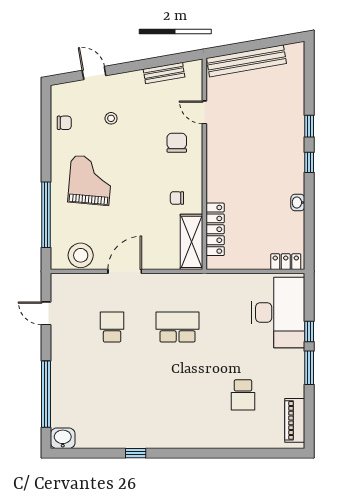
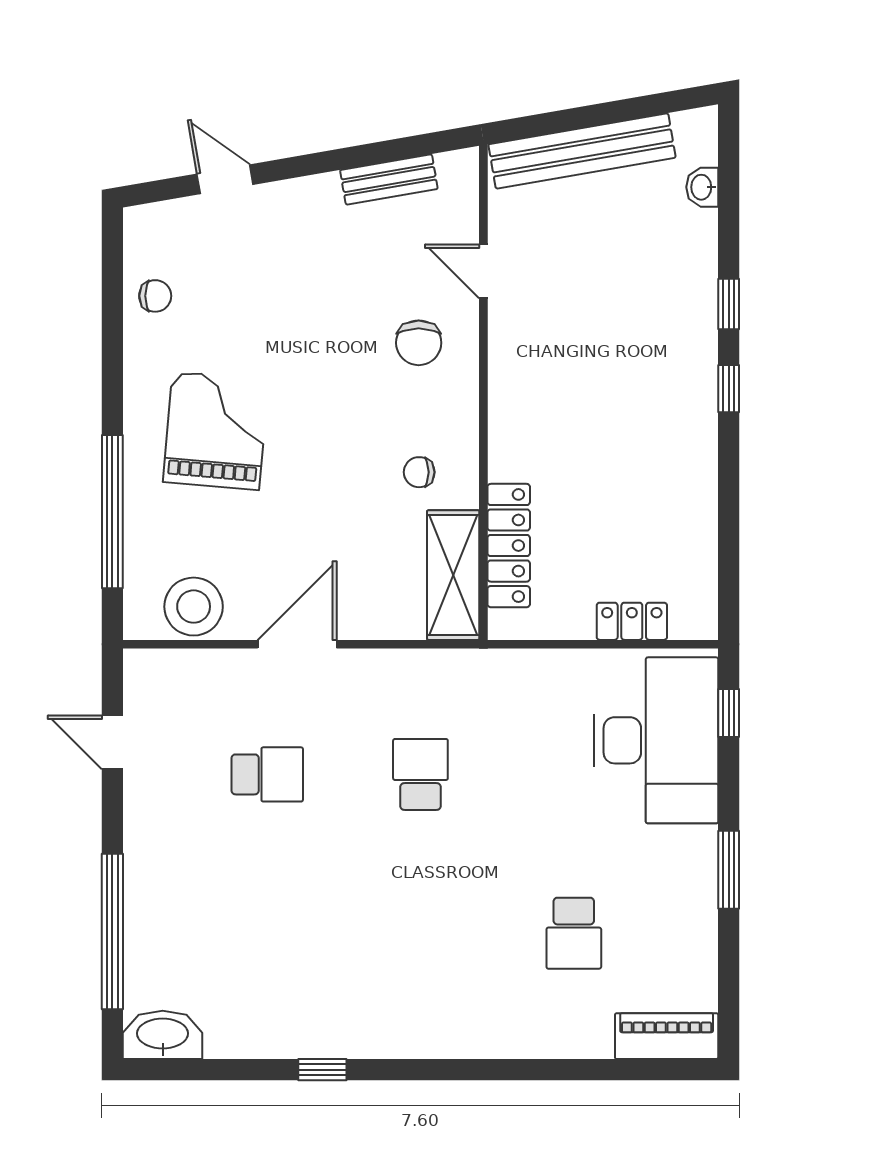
stool: (111, 118) -> (265, 286), removed
chair: (177, 143) -> (419, 343), turned 180
washbasin: (298, 203) -> (702, 187), moved
locker: (286, 262) -> (632, 621), moved
school desk: (112, 327) -> (267, 774), turned 90
school desk: (178, 327) -> (420, 774), width x0.54
window: (309, 331) -> (729, 713), moved
piano: (295, 420) -> (667, 1036), moved, turned 90
washbasin: (63, 438) -> (163, 1035), width x1.38

